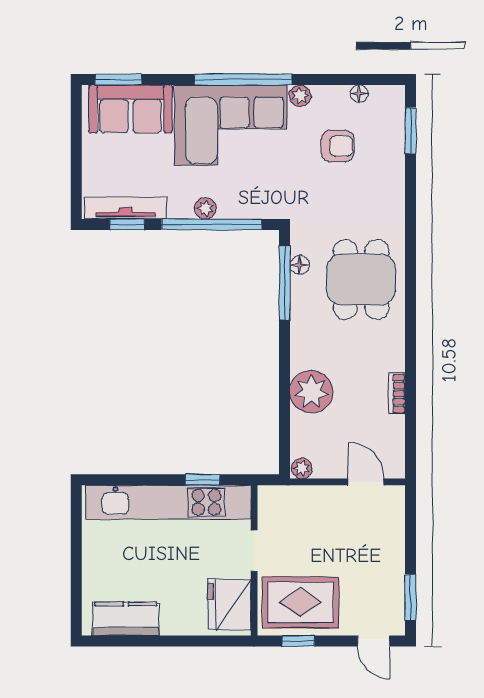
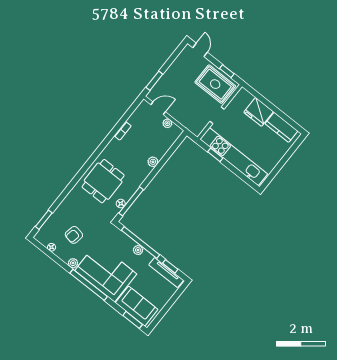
armchair: (338, 146) -> (74, 235), turned -80
plant: (311, 392) -> (153, 162), width x0.53, depth x0.53
plant: (302, 468) -> (167, 123), moved
door: (366, 482) -> (158, 108), swing flipped
window: (411, 597) -> (154, 81), moved
fridge: (229, 605) -> (259, 112), moved, turned 90

